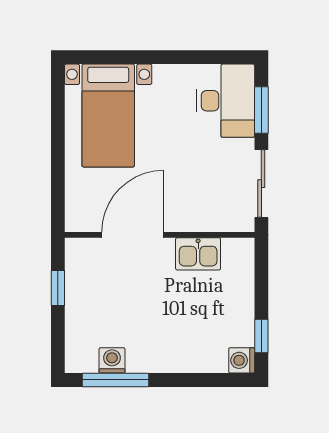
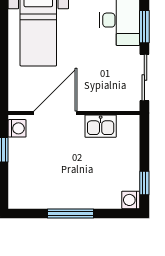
washing machine: (112, 360) -> (17, 128), moved, turned 90
window: (115, 380) -> (70, 214), moved

